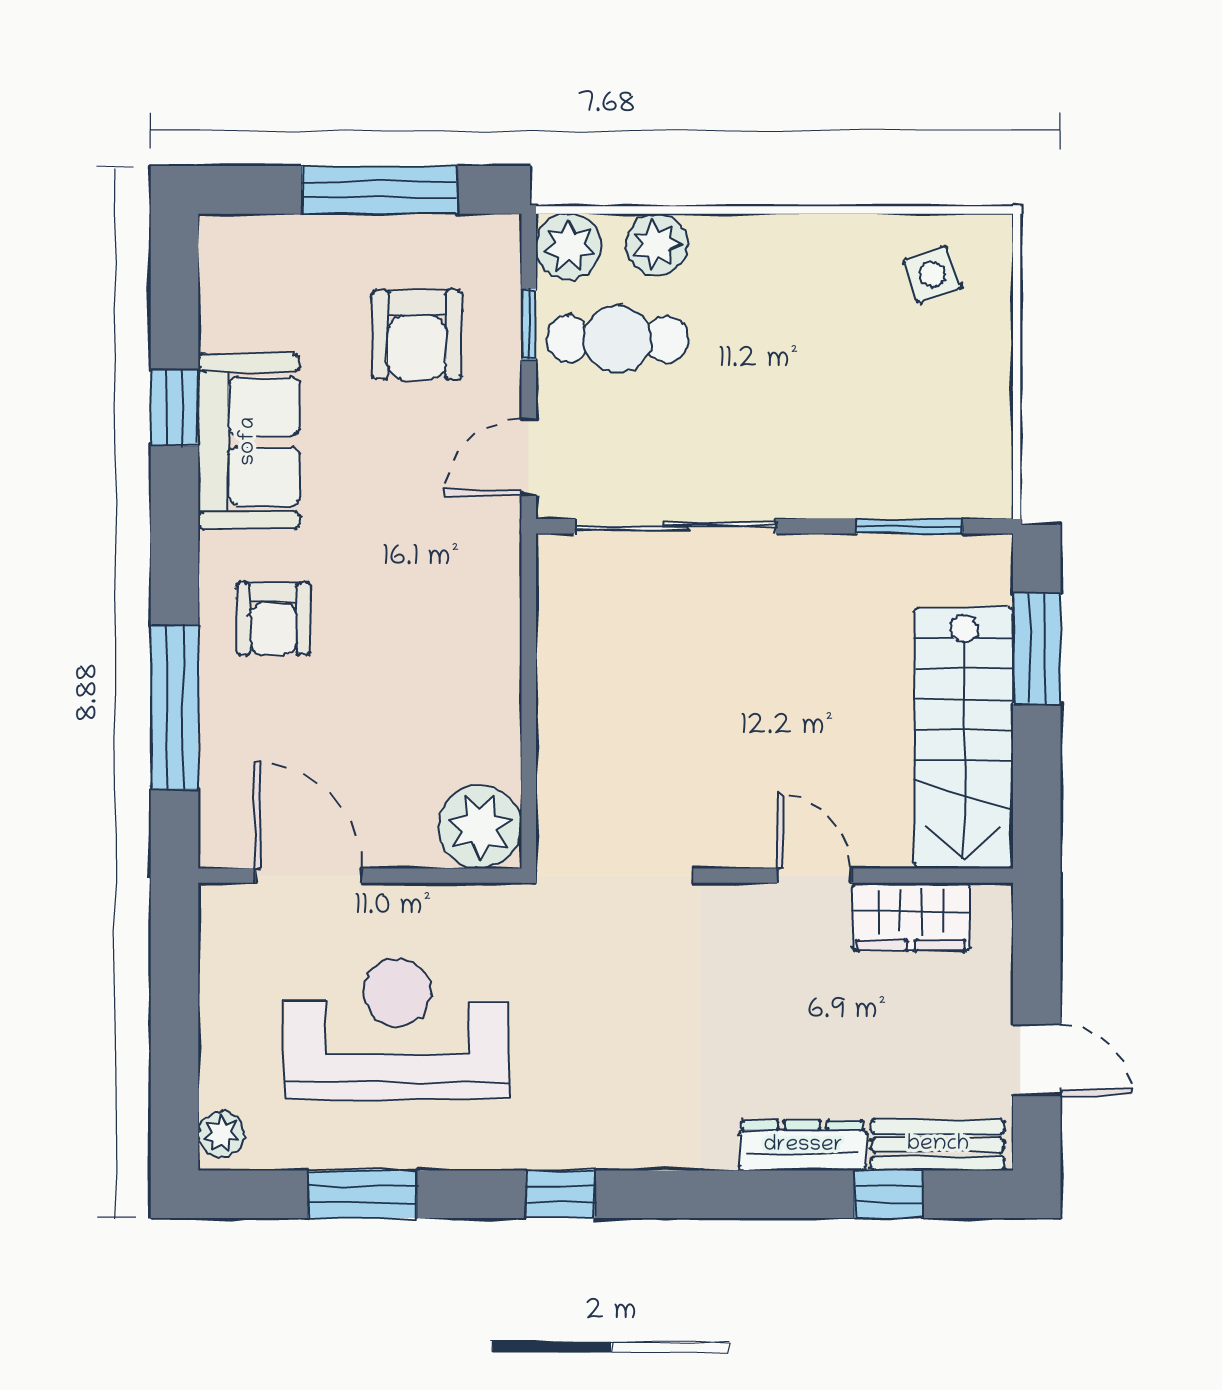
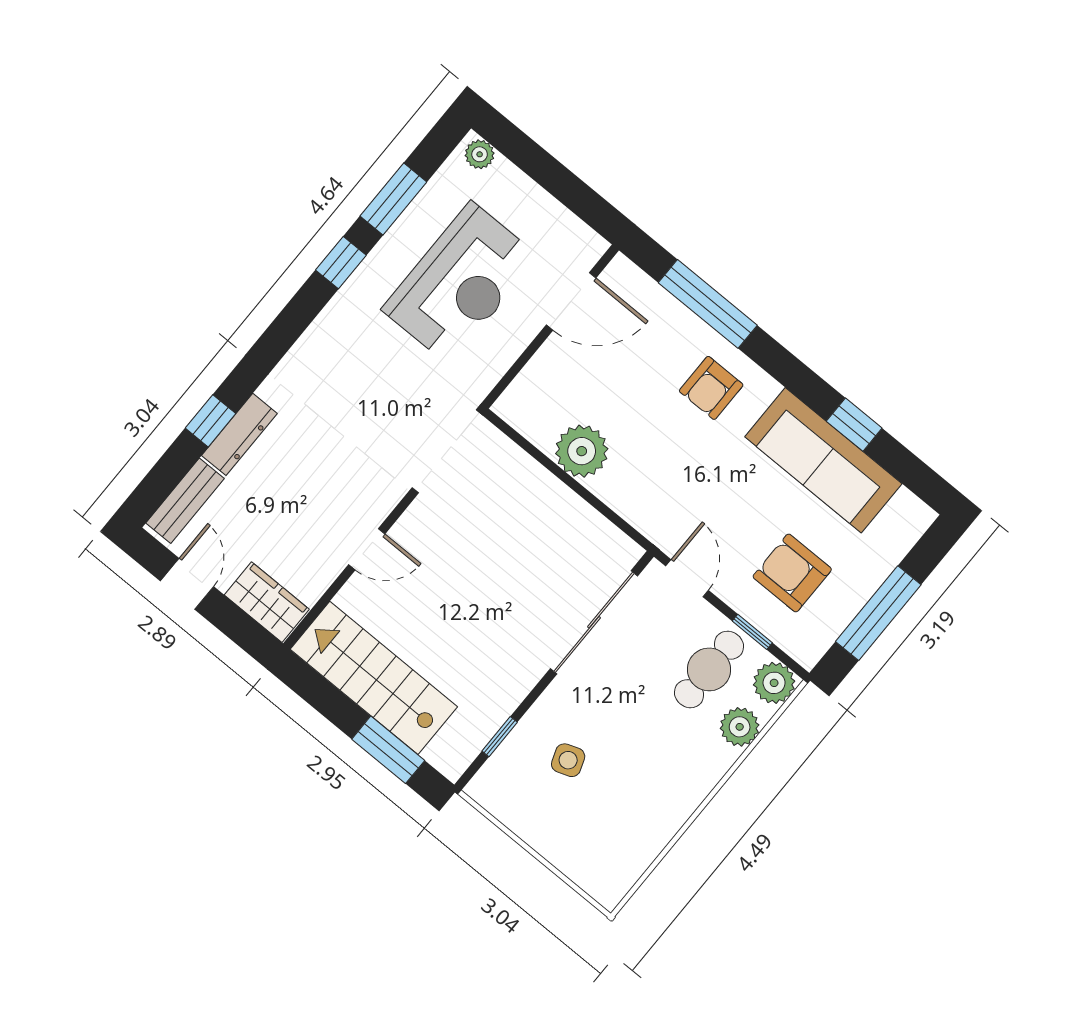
side table: (932, 274) -> (568, 760), moved
sofa: (249, 441) -> (823, 460), width x1.36
window: (909, 526) -> (500, 737), width x0.67
armchair: (273, 619) -> (711, 388), turned -90
plant: (480, 827) -> (582, 451), moved
wardrobe: (911, 917) -> (267, 602), moved, turned 90
door: (1037, 1060) -> (187, 584), swing flipped
window: (560, 1194) -> (341, 263), moved
window: (889, 1194) -> (211, 421), moved

